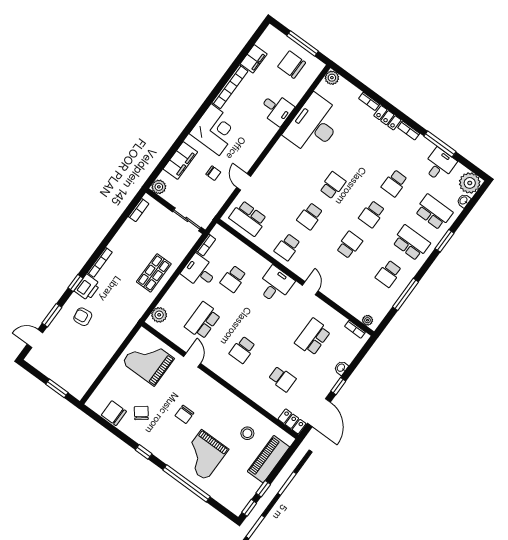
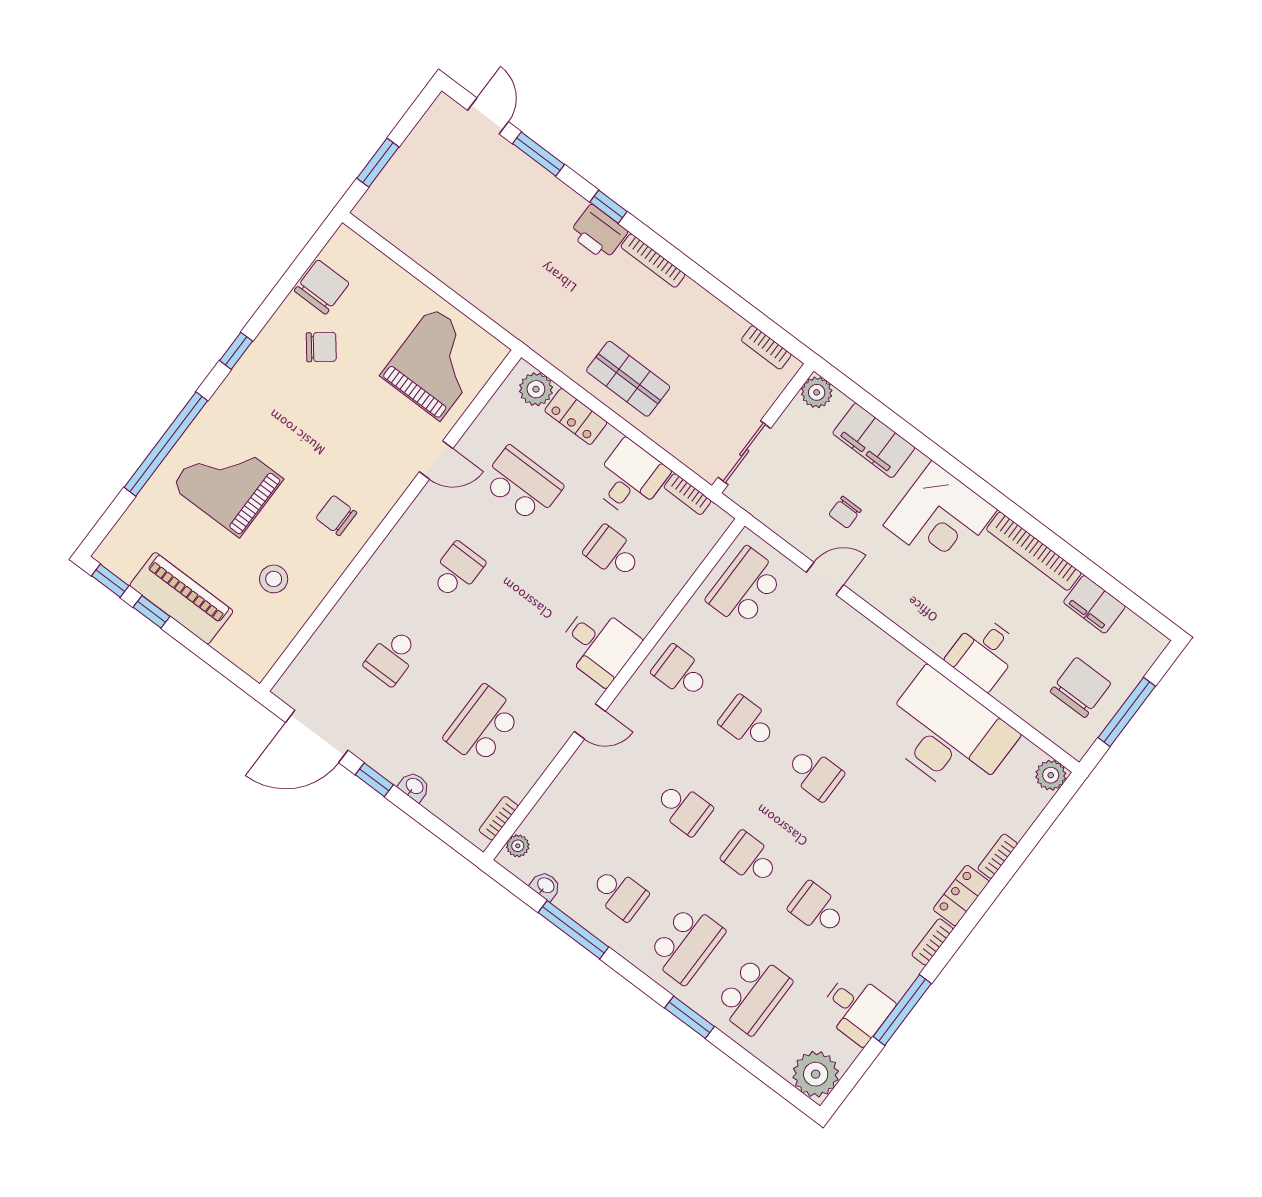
washbasin: (464, 201) -> (545, 886), moved
school desk: (389, 274) -> (619, 893), turned 180
armchair: (83, 317) -> (534, 222), removed
school desk: (313, 337) -> (483, 725), turned -90
school desk: (242, 350) -> (457, 571), turned 90
chair: (184, 414) -> (336, 515), moved
locker: (292, 421) -> (576, 417), moved, turned 90
piano: (269, 459) -> (181, 598), moved

